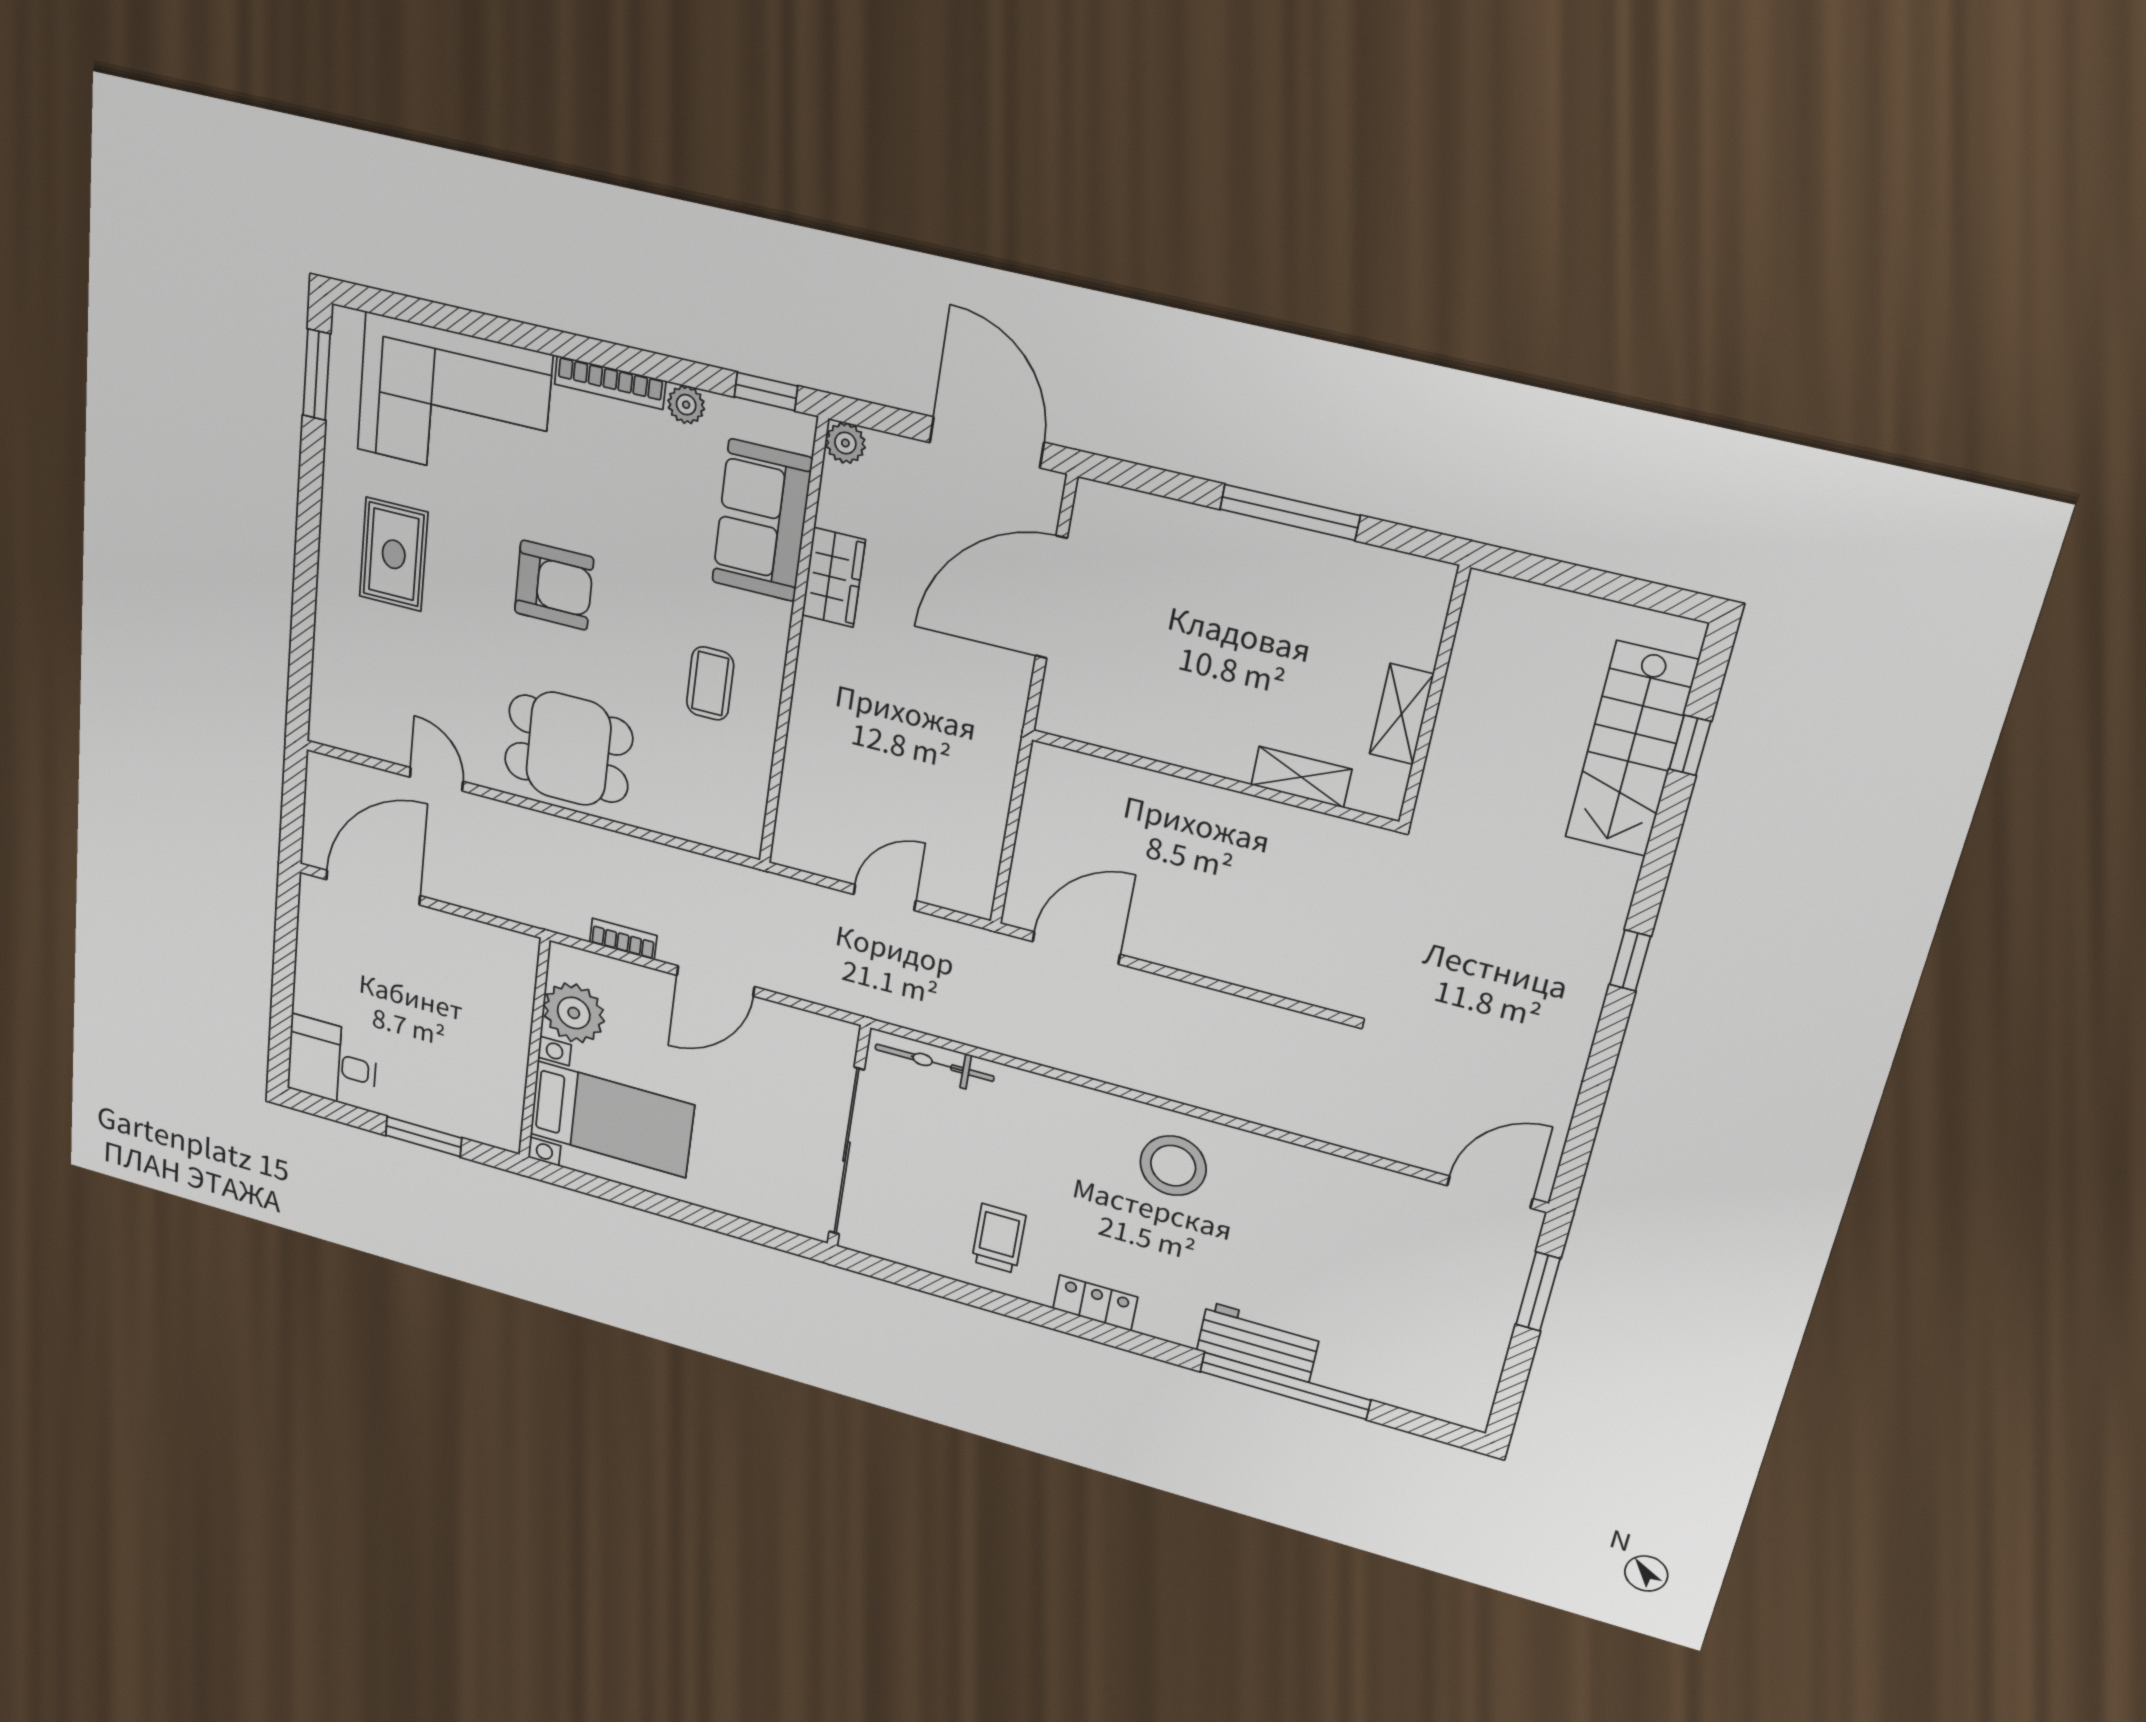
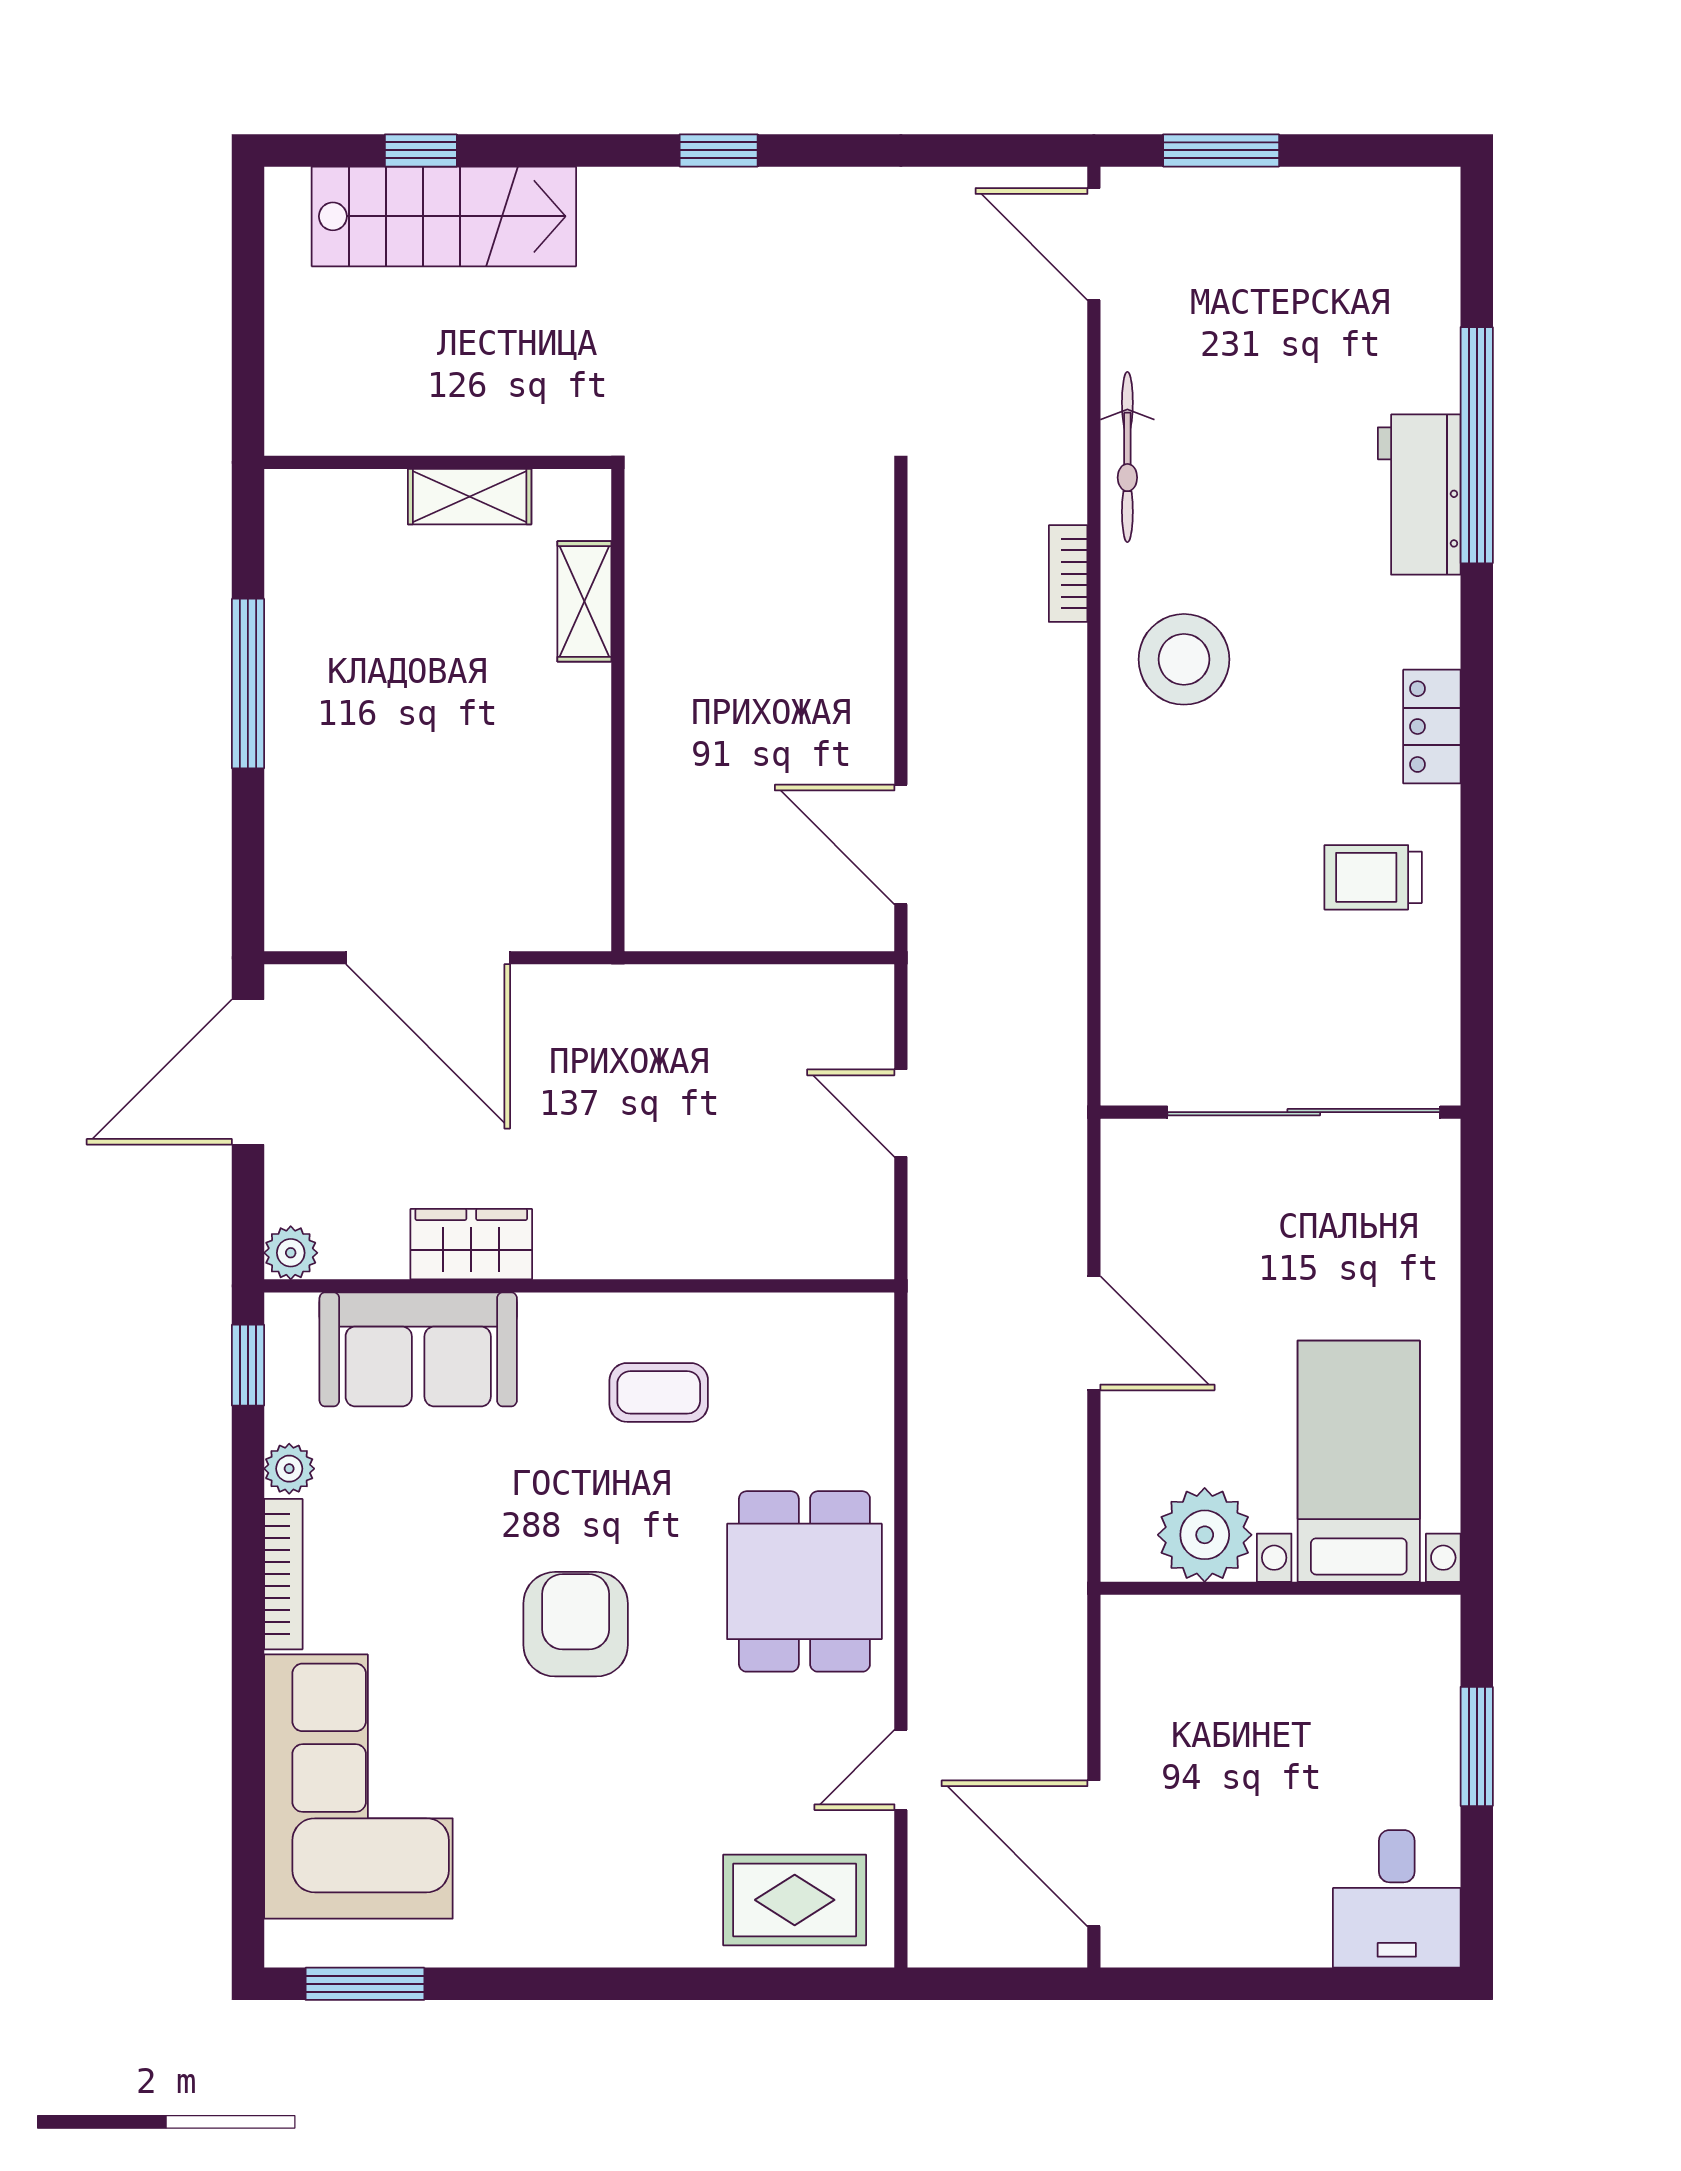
rug: (394, 554) -> (795, 1900), moved
bookcase: (623, 939) -> (1068, 574), moved
bicycle: (934, 1063) -> (1127, 457), moved

